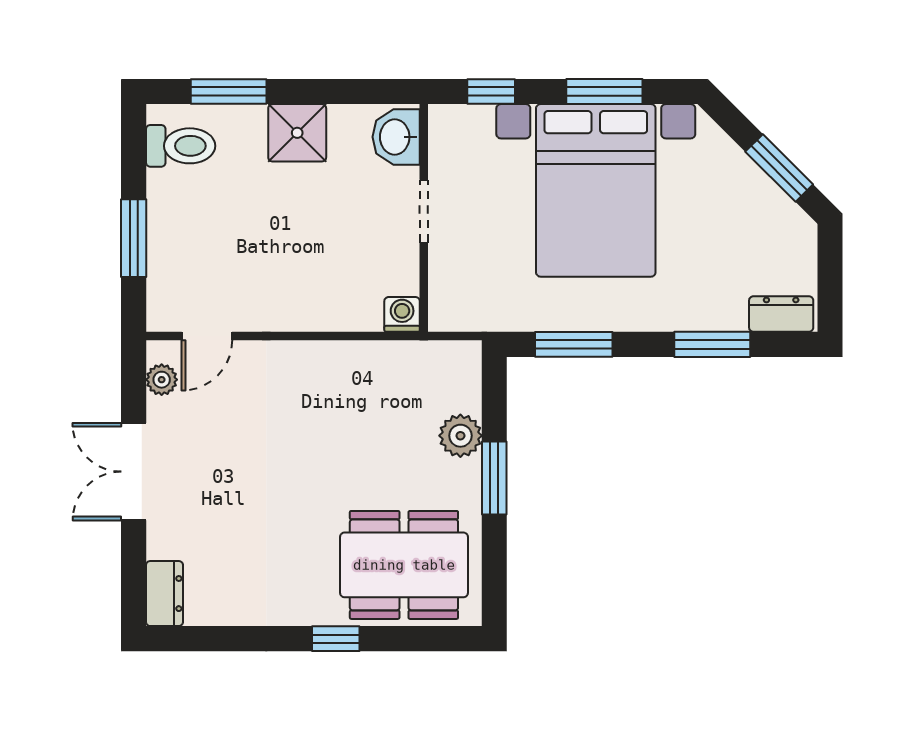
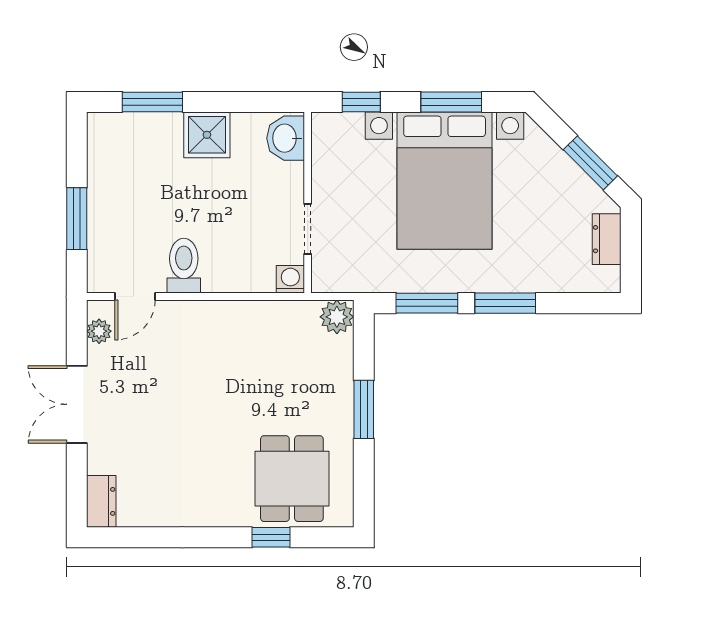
toilet: (181, 146) -> (184, 266), moved, turned -90
doorway: (424, 211) -> (308, 229), moved
dresser: (781, 314) -> (607, 239), moved, turned -90
window: (712, 344) -> (505, 303), moved
plant: (460, 436) -> (337, 317), moved
dining table: (404, 565) -> (292, 479), width x0.73
window: (336, 639) -> (271, 537), moved

